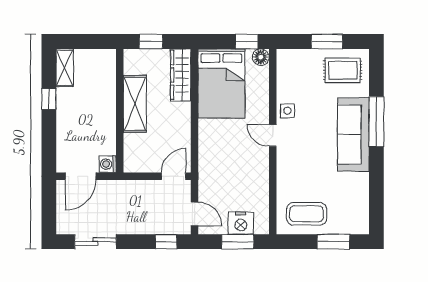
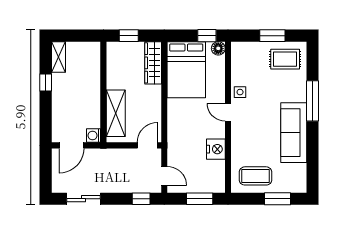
shelving: (135, 104) -> (116, 113), moved
sofa: (353, 135) -> (294, 133), moved
nightstand: (241, 223) -> (216, 149), moved, turned -90

